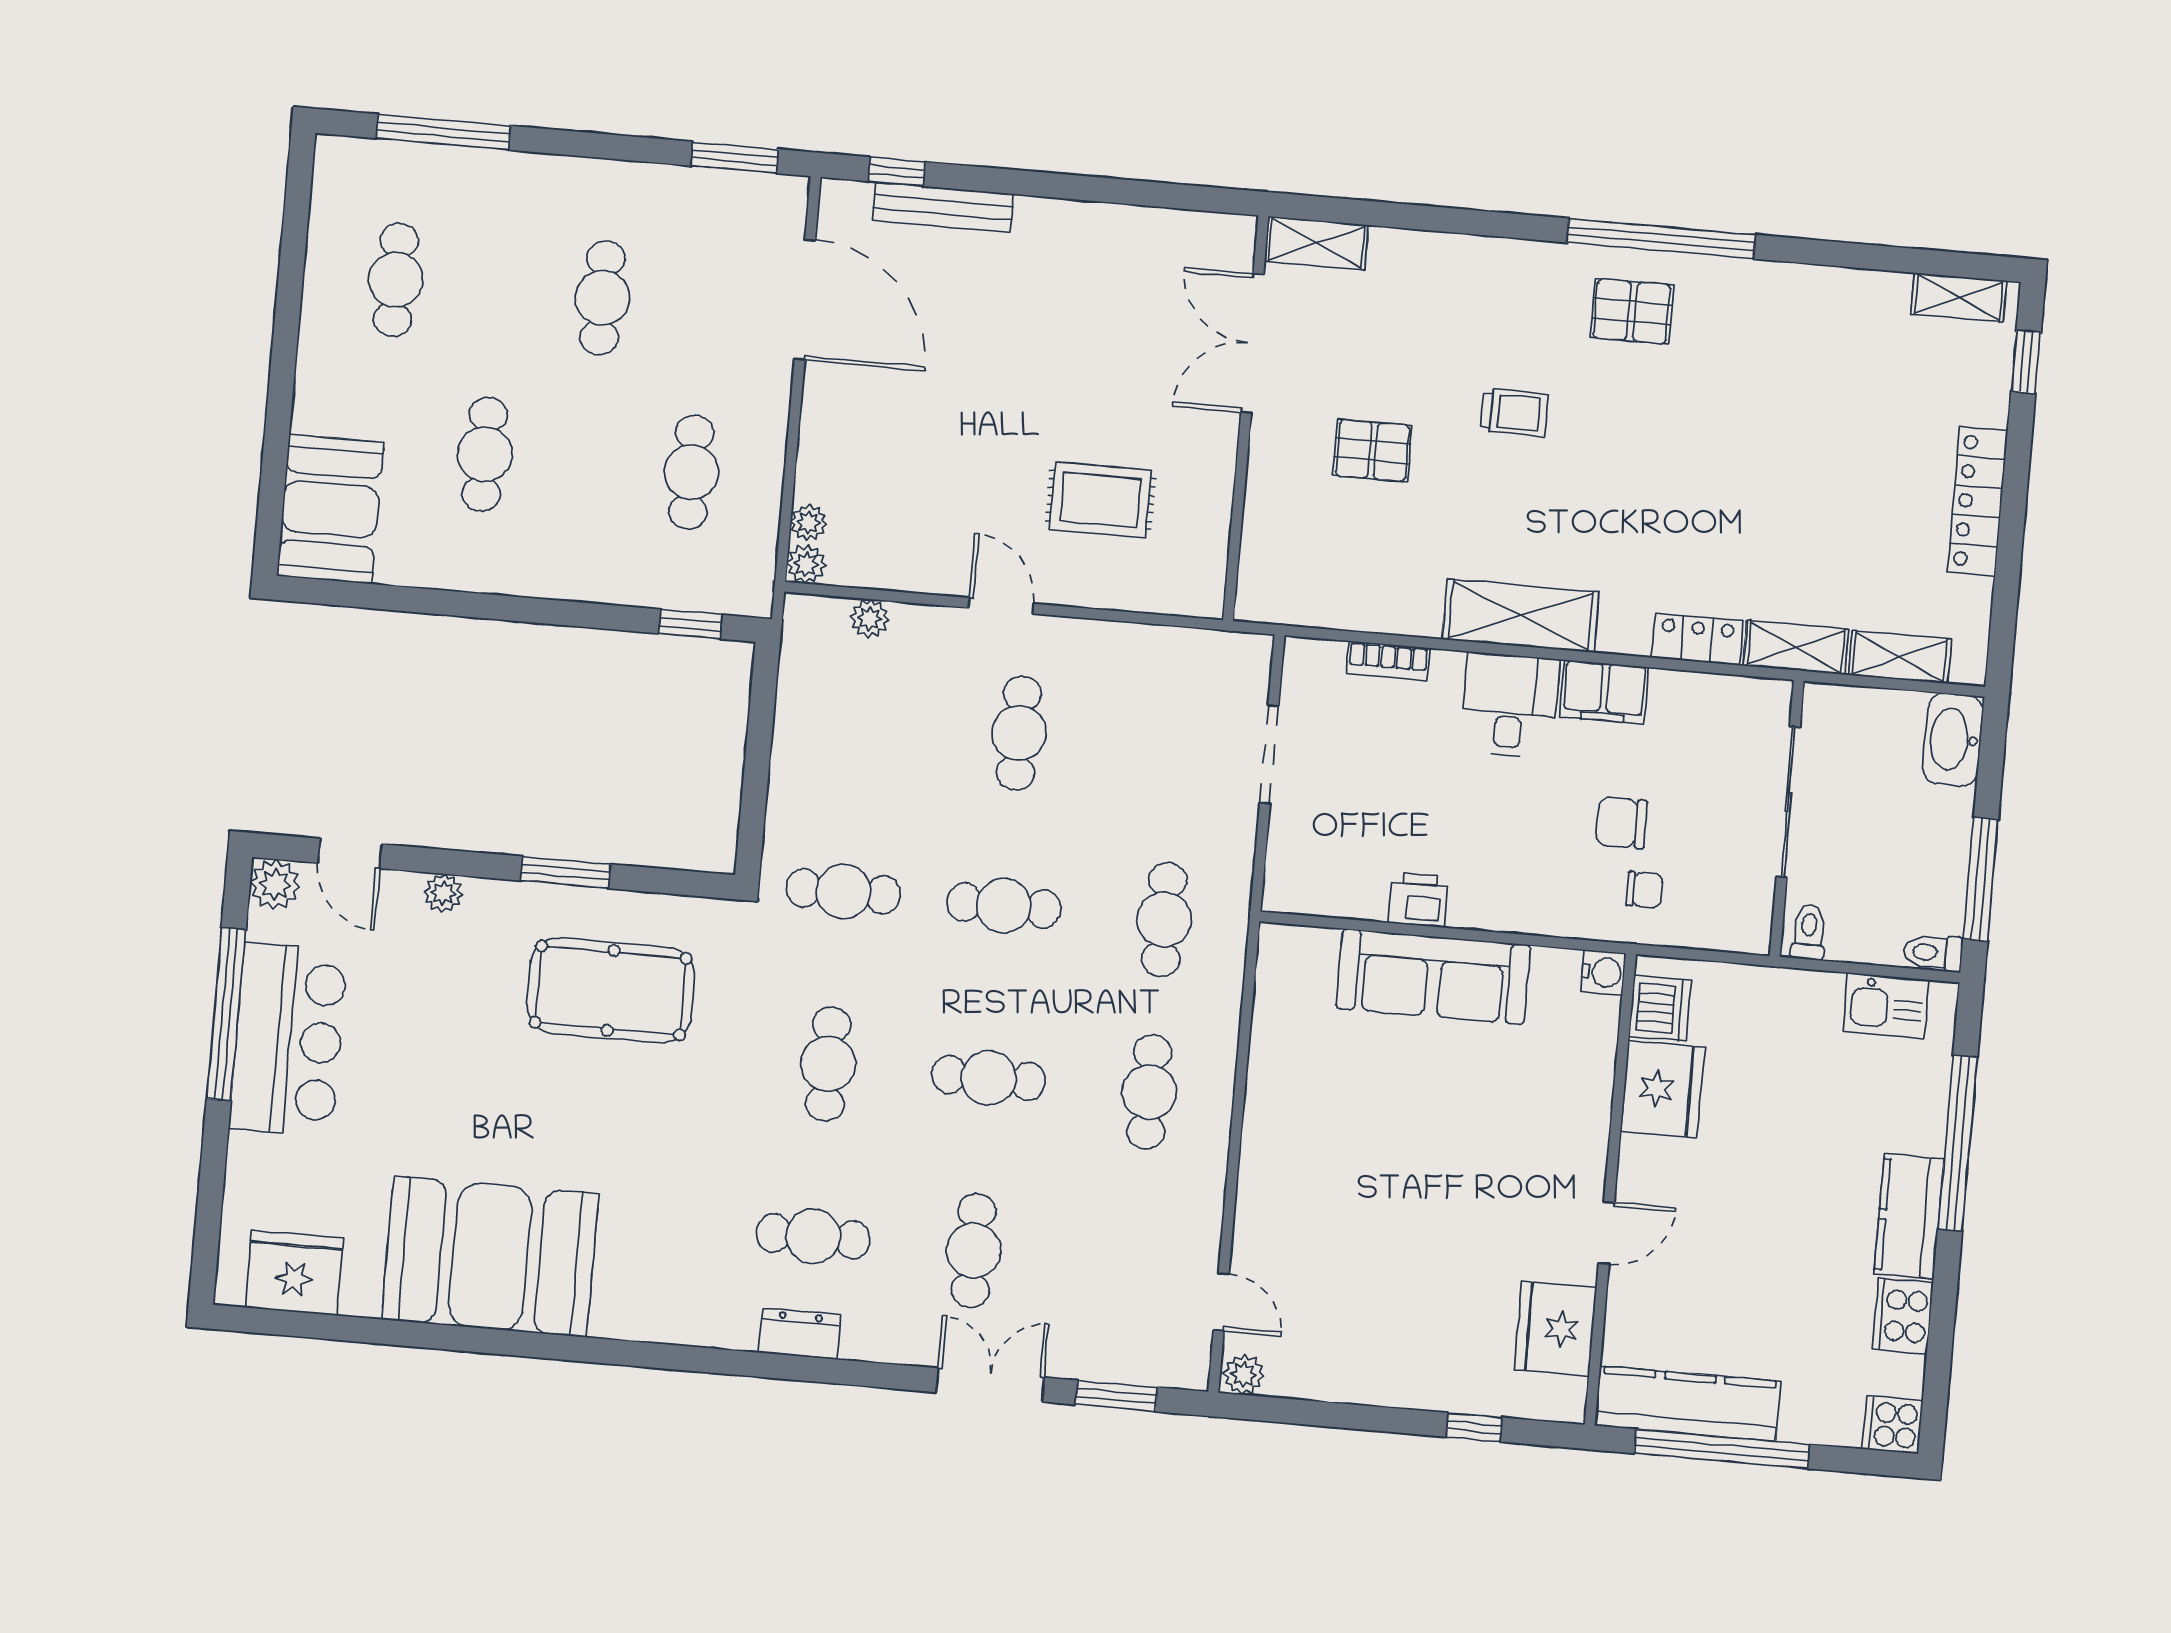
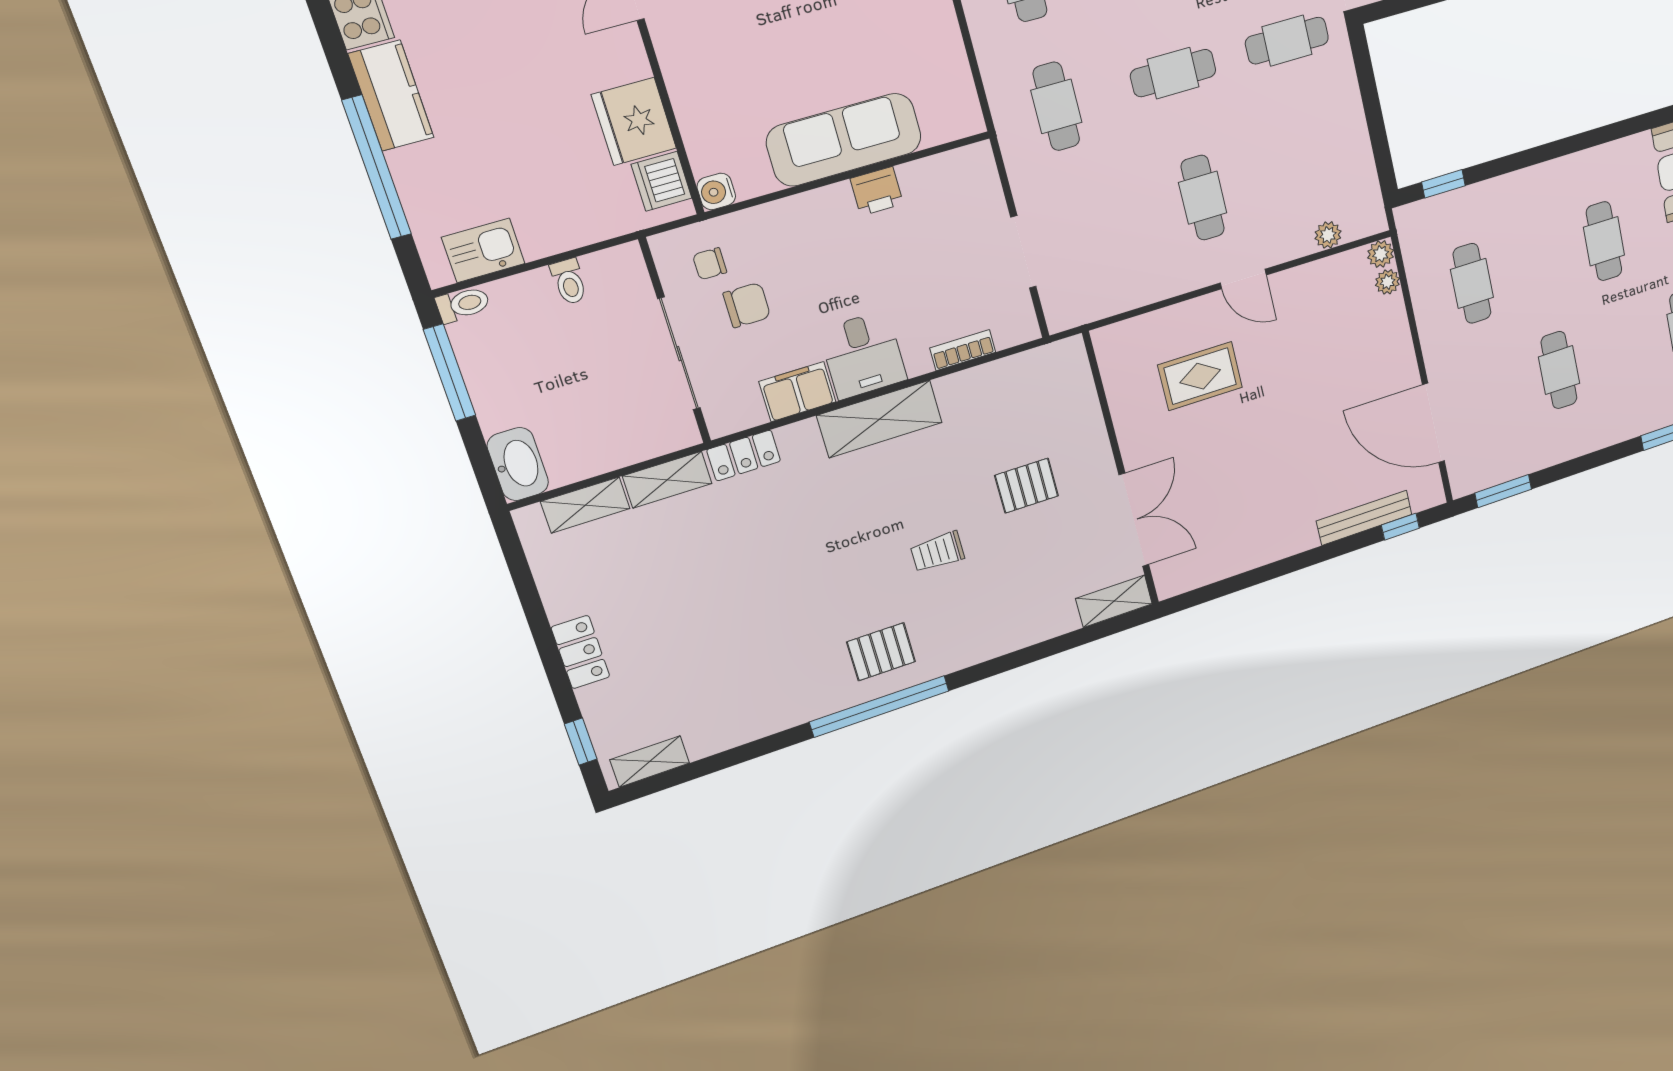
locker: (1978, 501) -> (580, 652), width x0.66
sliding door: (1788, 802) -> (679, 354), moved
wall: (1787, 818) -> (675, 341), moved

